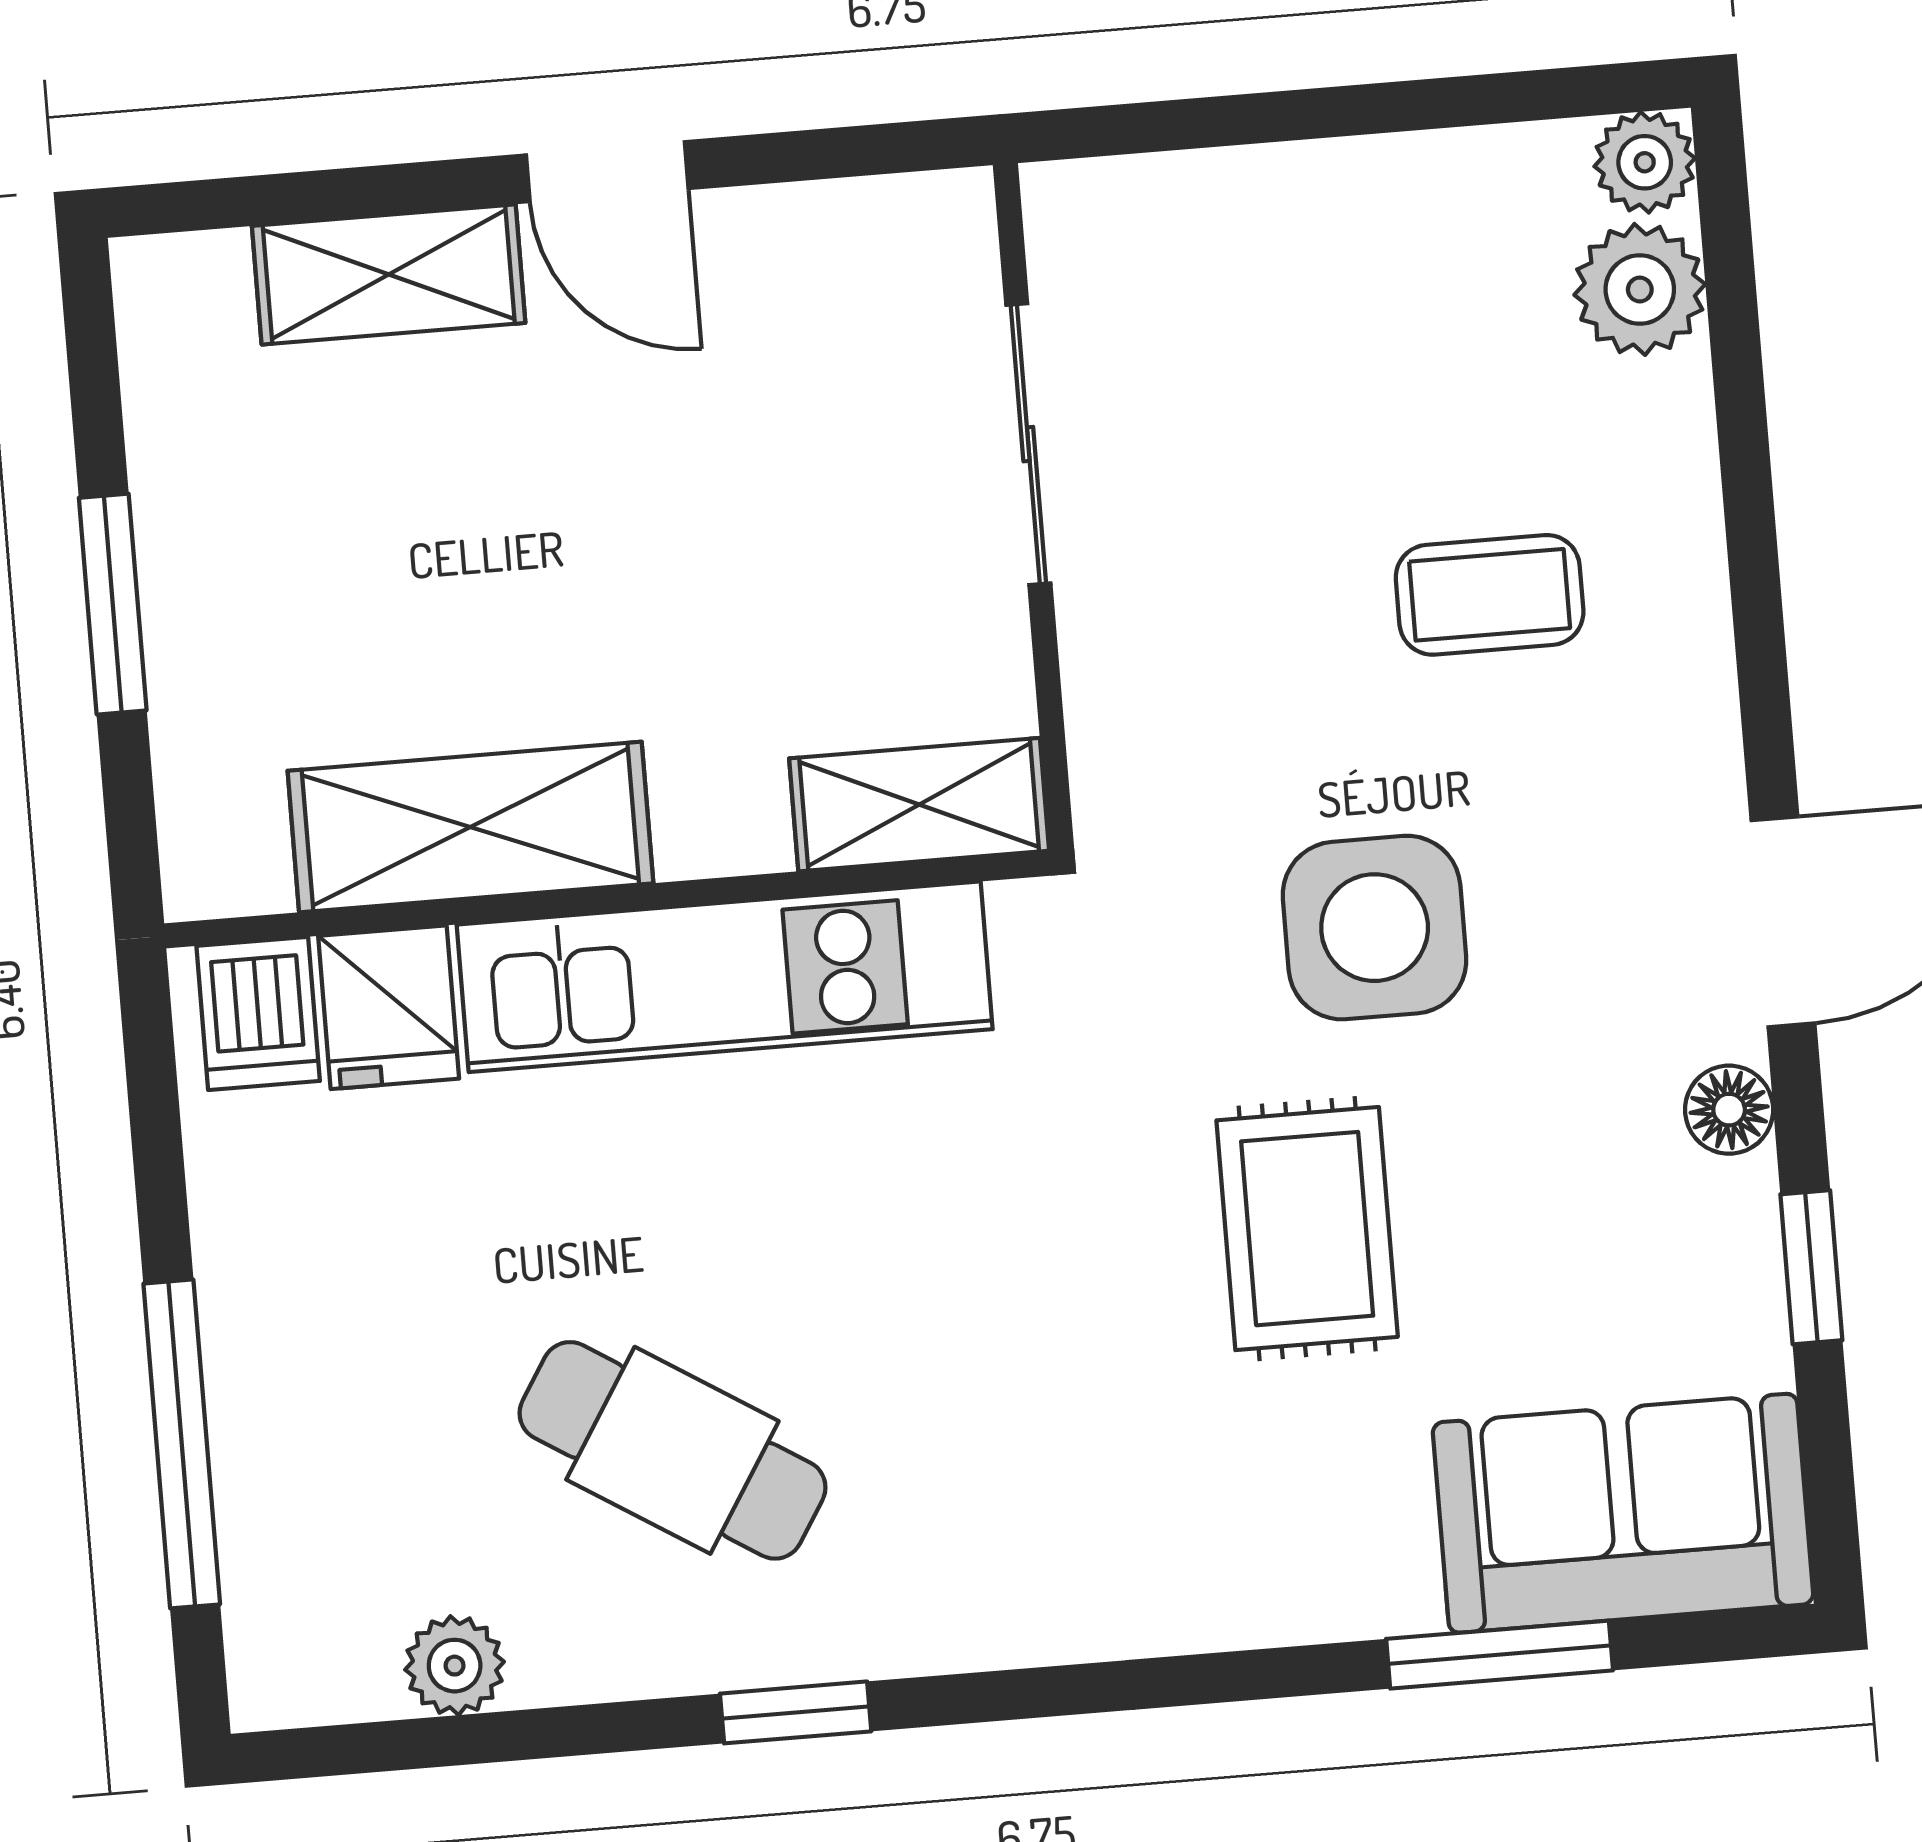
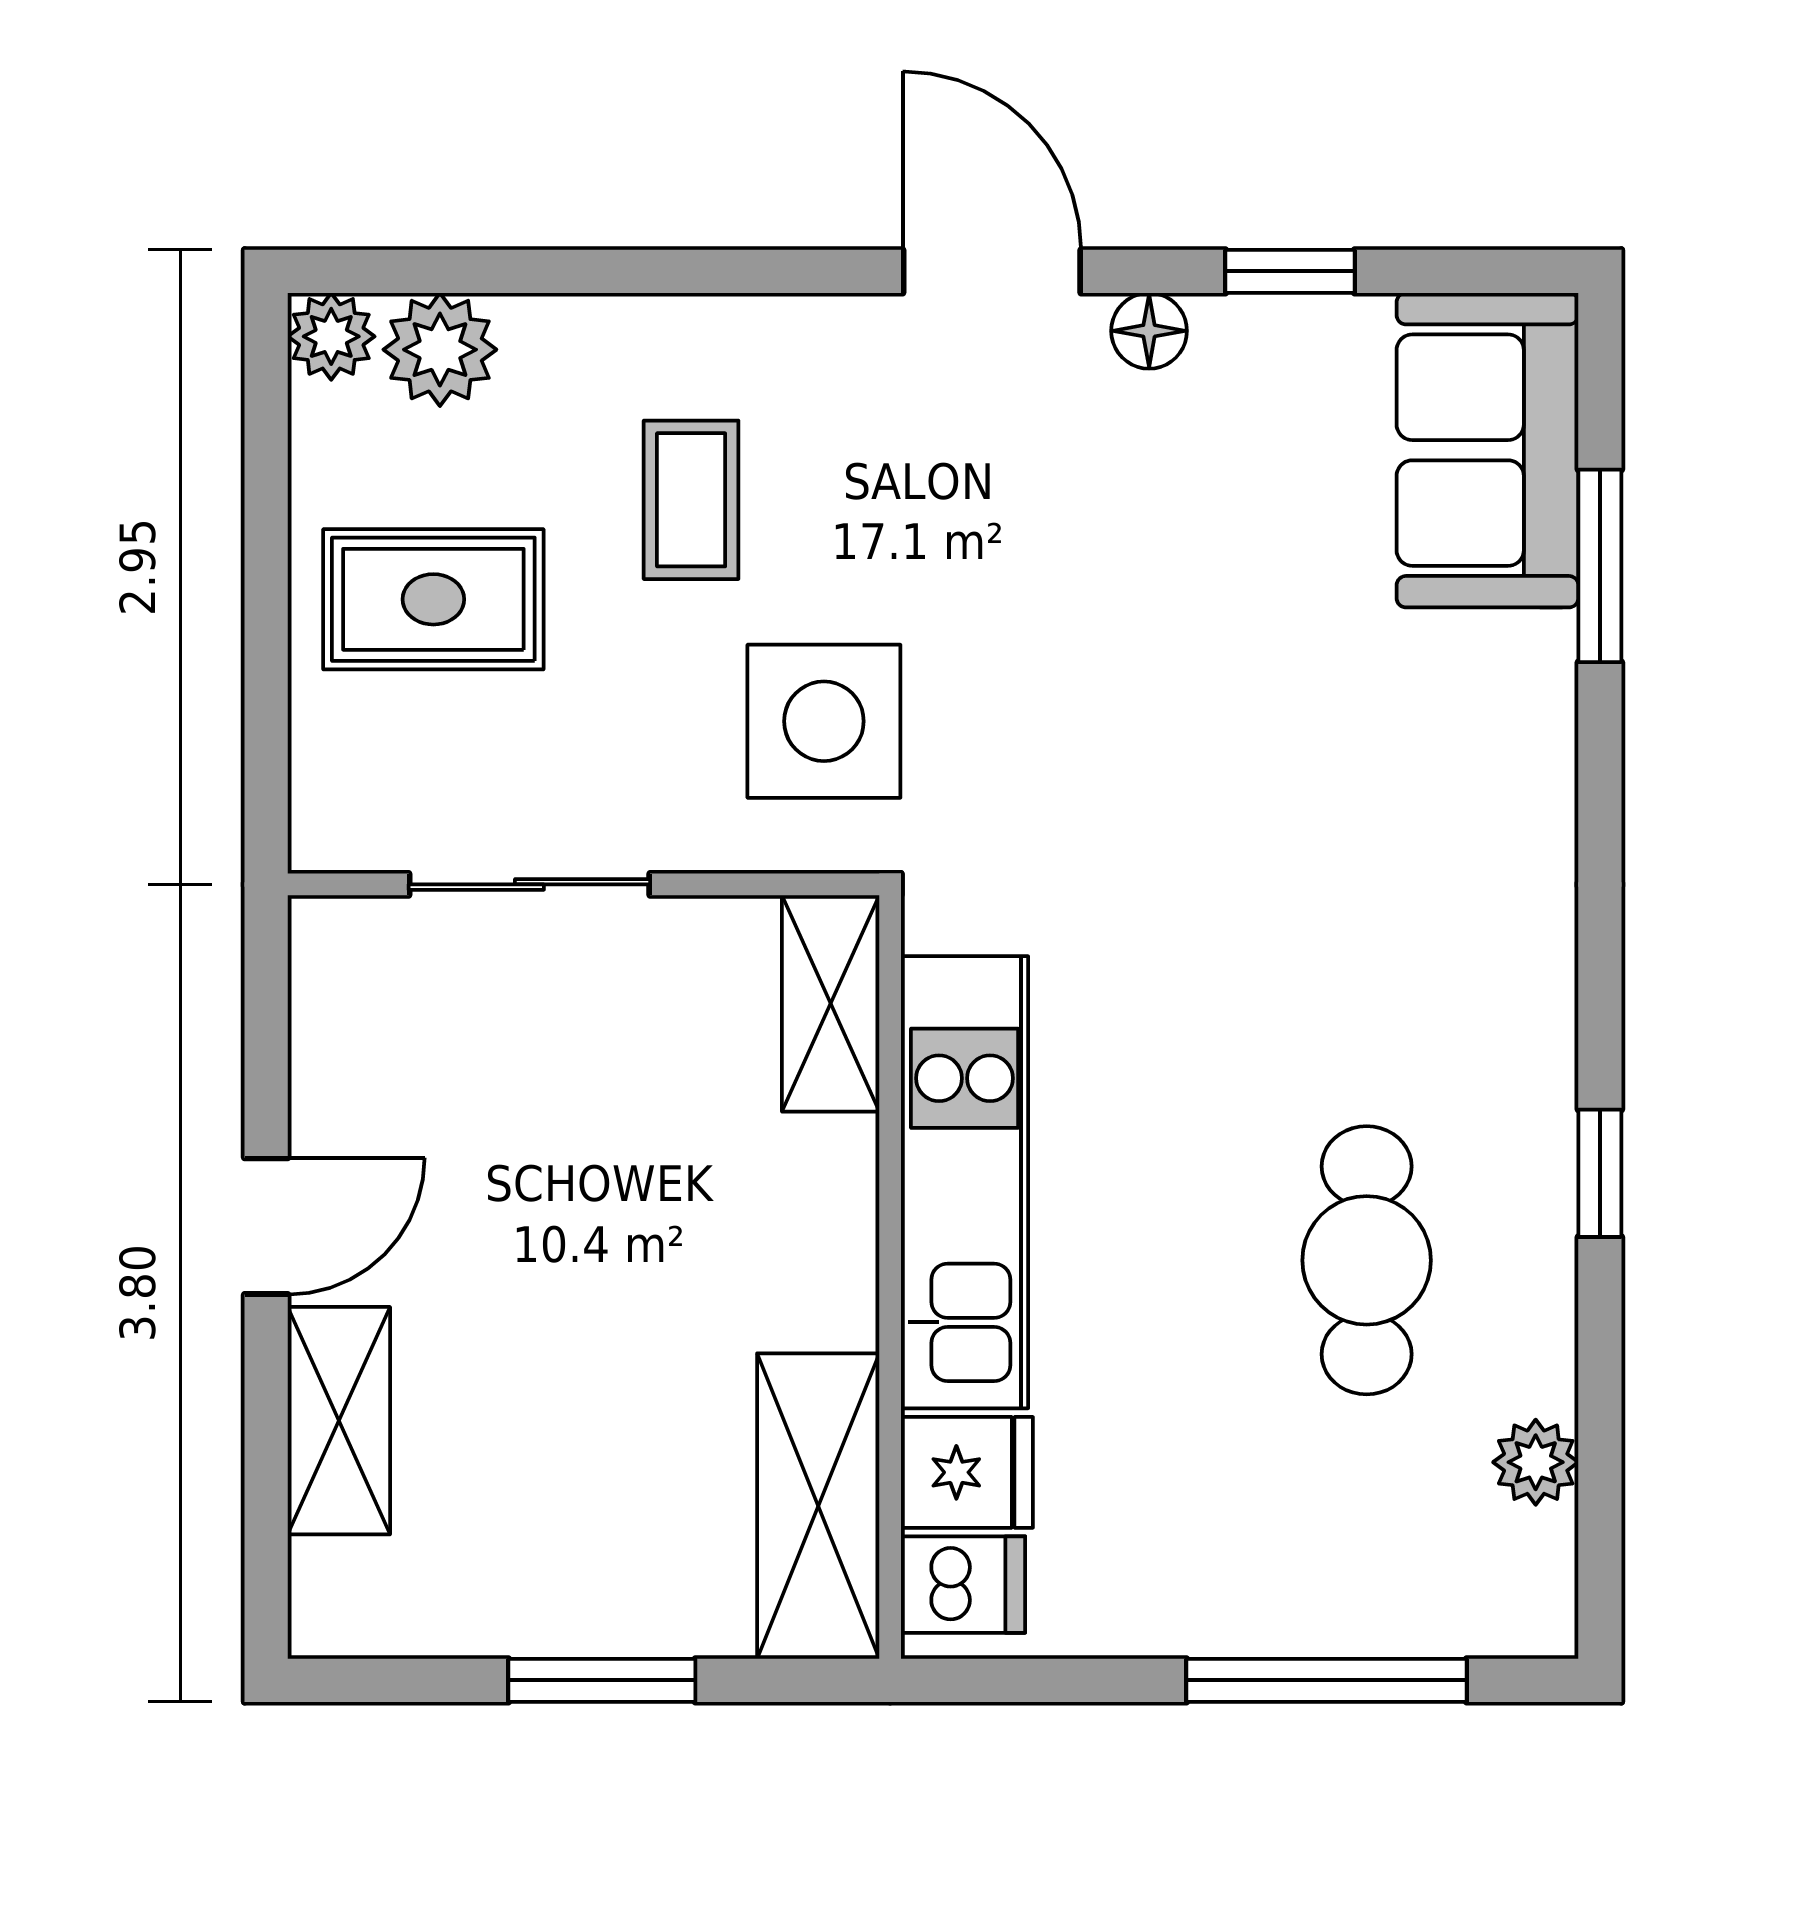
shelving: (470, 827) -> (818, 1506), moved
side table: (1375, 928) -> (824, 721), moved
rug: (1307, 1229) -> (433, 599), moved
cafe table: (672, 1450) -> (1367, 1260), turned -32

